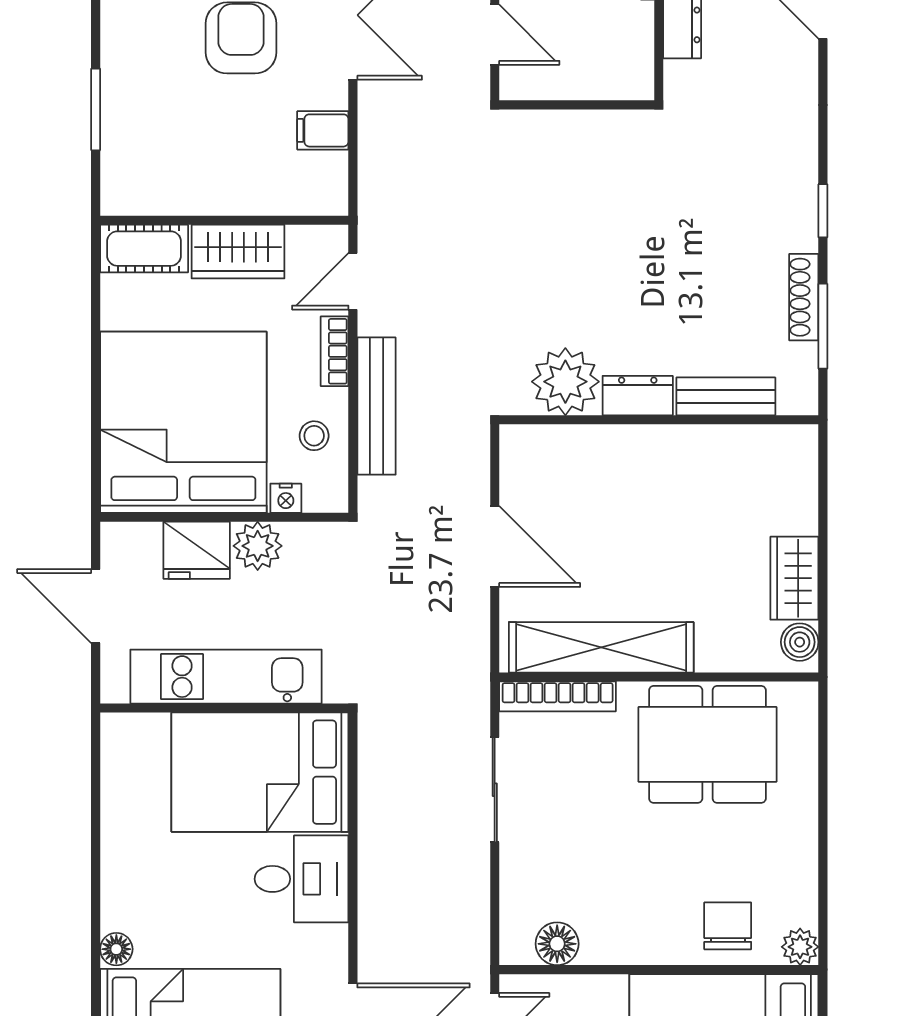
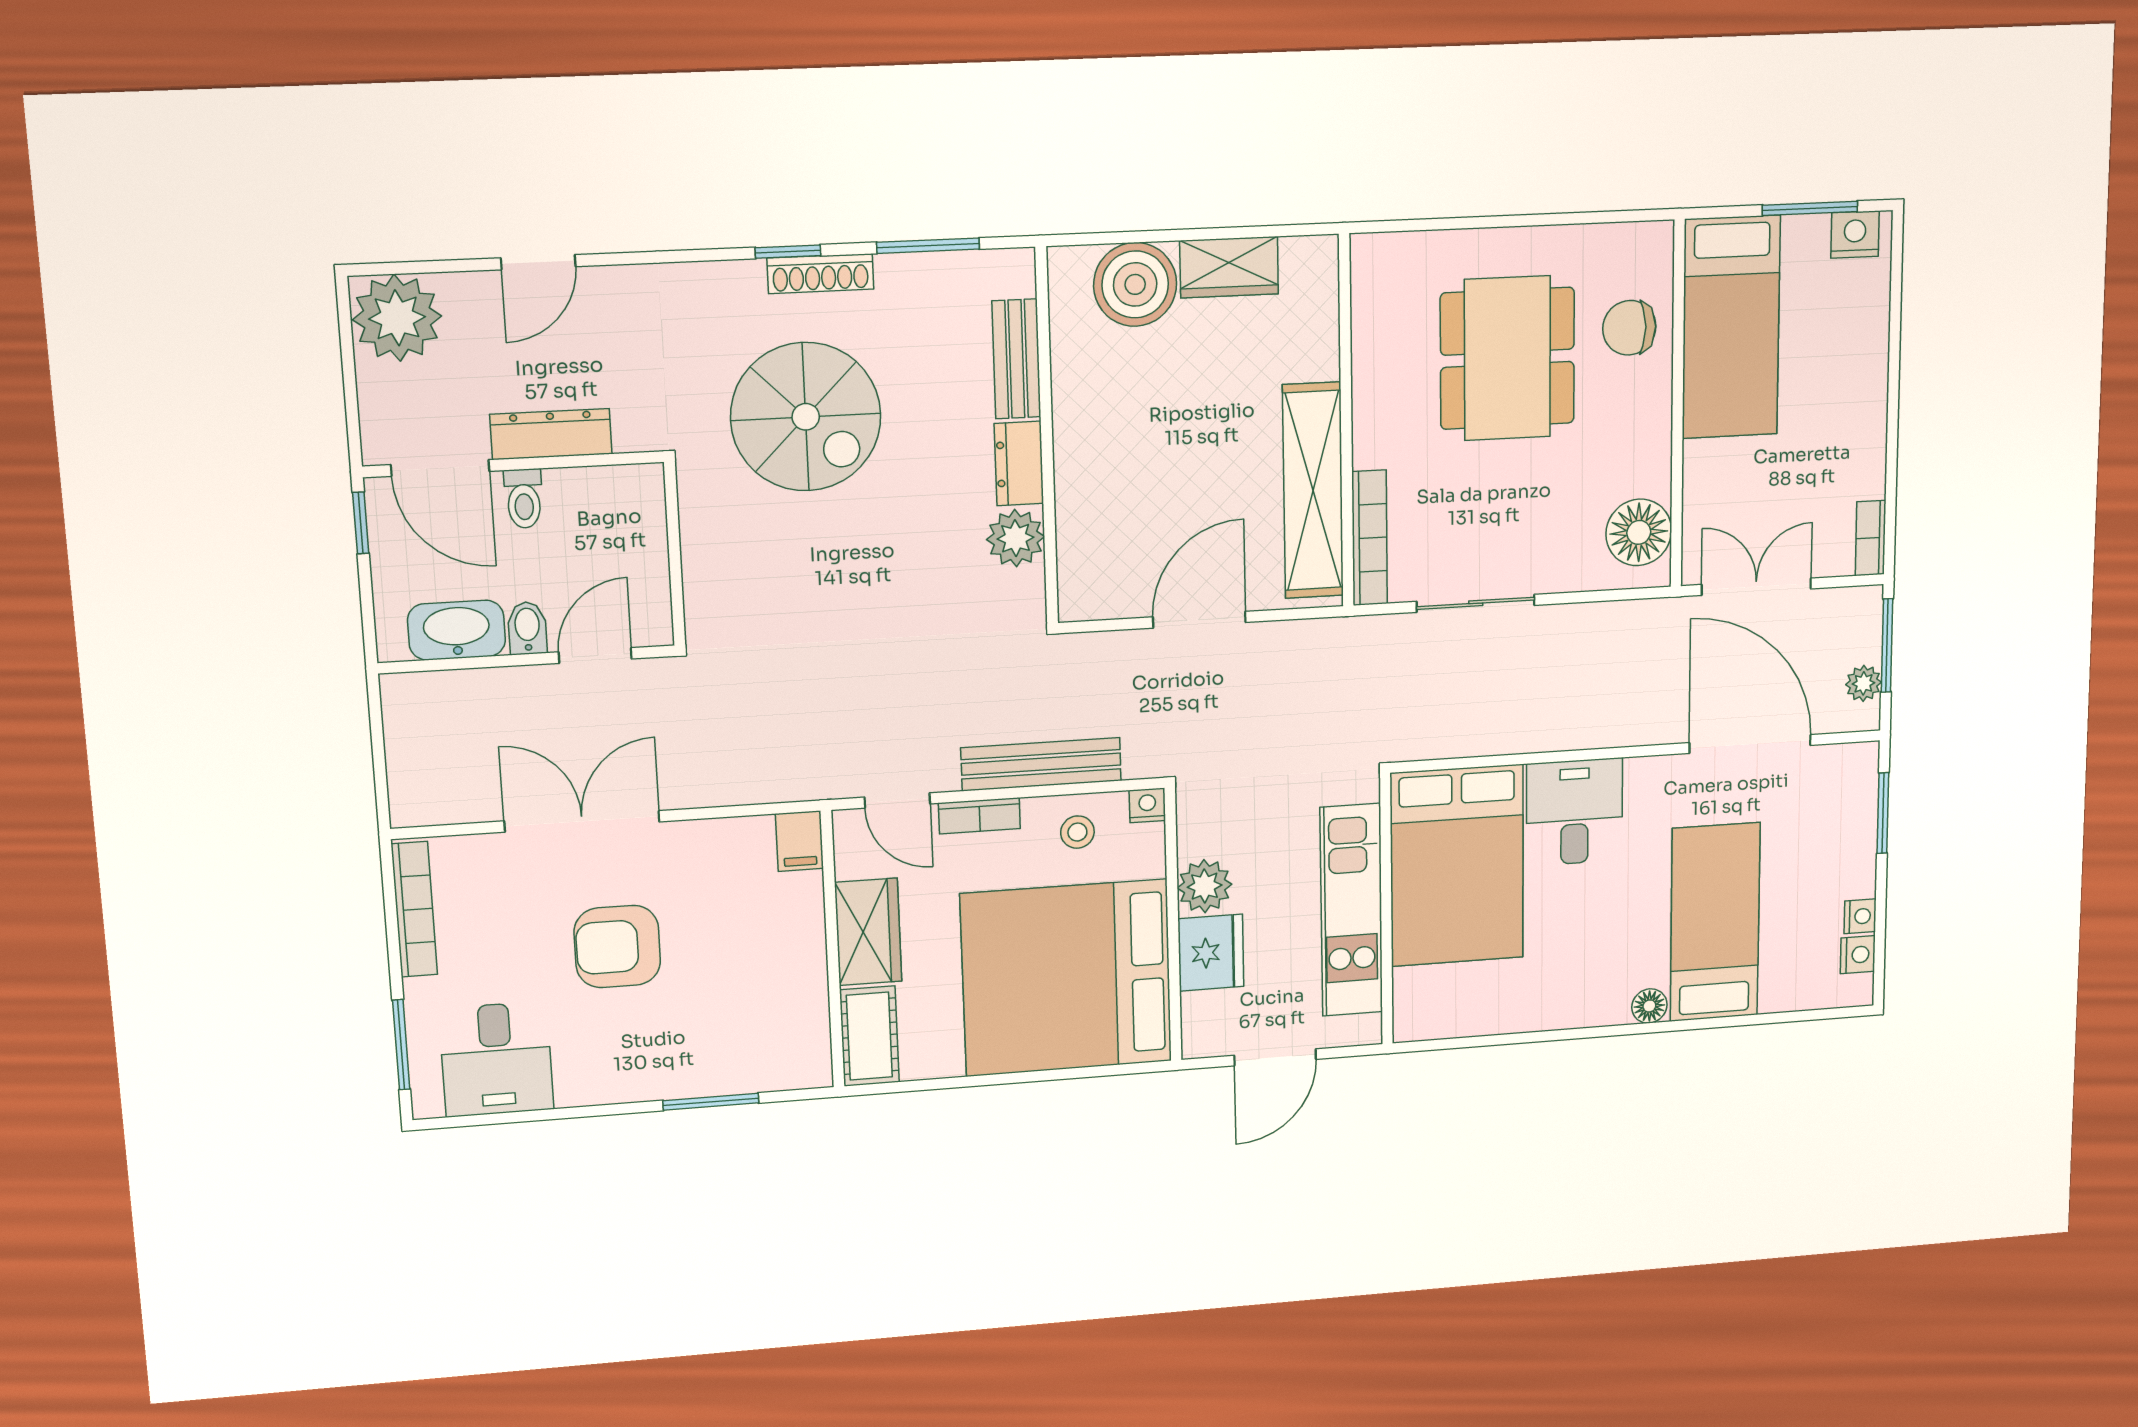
filing cabinet: (323, 130) -> (800, 841), moved
spiral stairs: (686, 219) -> (806, 417), added
shoe rack: (804, 297) -> (820, 274), moved
plant: (565, 382) -> (1016, 538), width x0.73, depth x0.73
nightstand: (286, 498) -> (1147, 805), moved, turned -90
boiler: (800, 642) -> (1135, 284), moved, width x1.86, depth x1.86
dining table: (707, 744) -> (1507, 358), moved
floor lamp: (557, 944) -> (1639, 532), width x1.38, depth x1.38
plant: (800, 947) -> (1654, 242), removed

